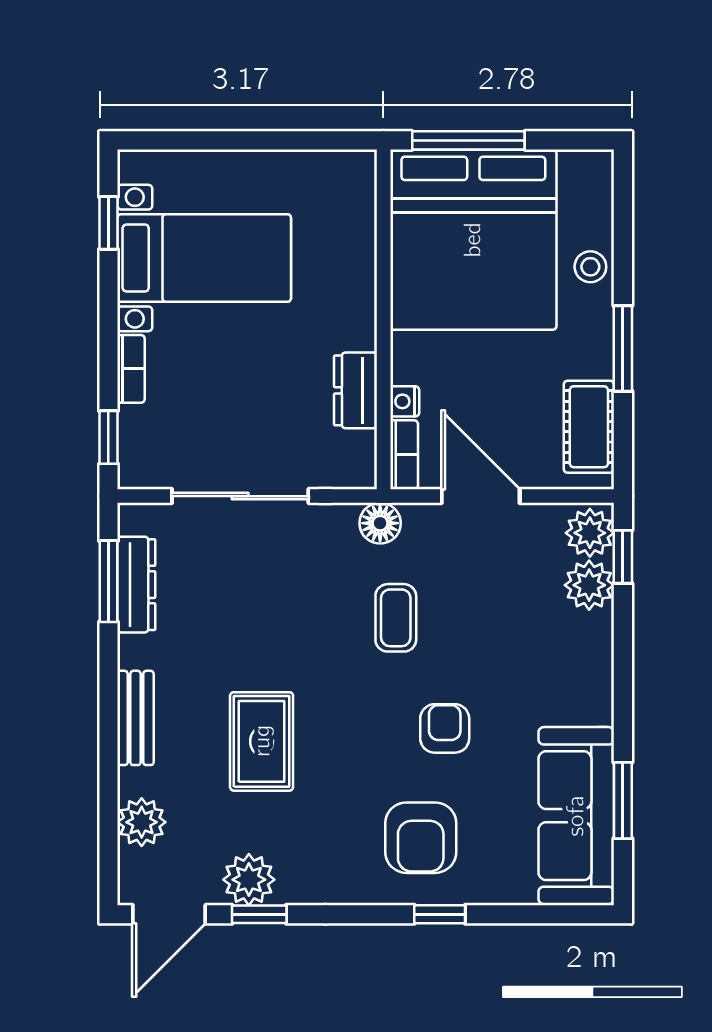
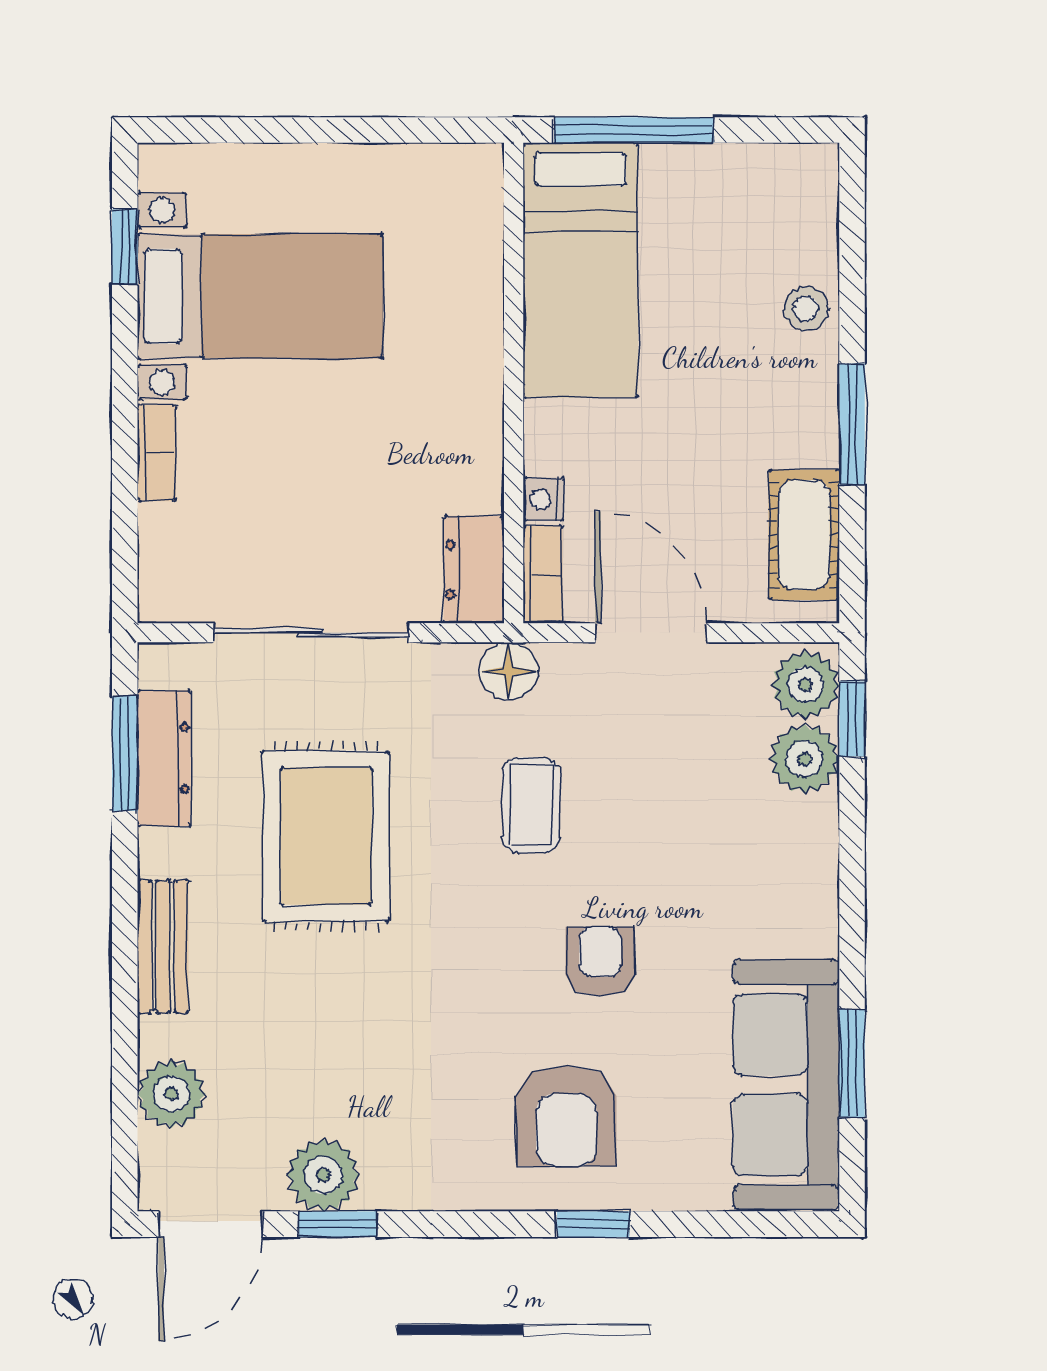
bed: (473, 240) -> (581, 270), width x0.49
dresser: (355, 390) -> (474, 570), moved
window: (108, 437) -> (125, 550), removed
rug: (262, 741) -> (326, 836), moved, width x1.36, depth x1.43

